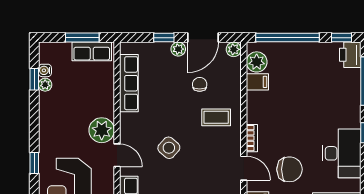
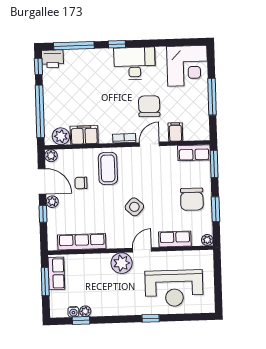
filing cabinet: (257, 82) -> (84, 135), width x2.00
coffee table: (216, 117) -> (108, 168), width x1.36, depth x1.30

